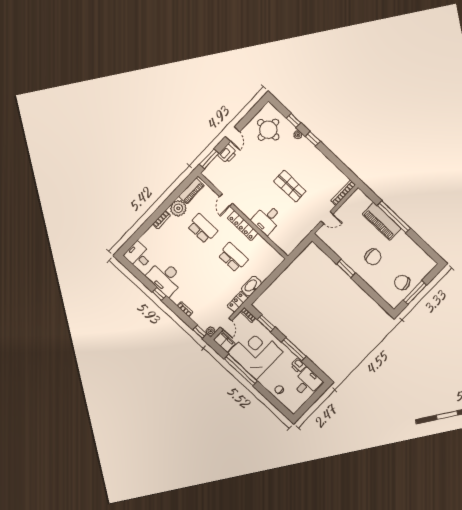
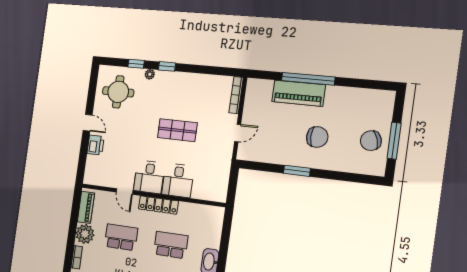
window: (209, 159) -> (82, 163), removed
desk: (249, 203) -> (149, 177), added

